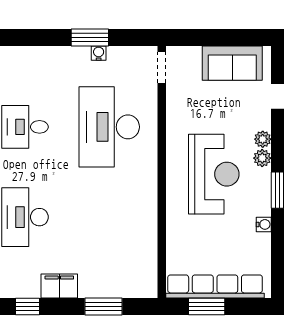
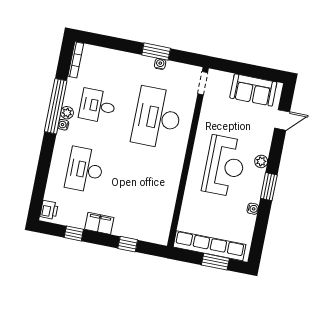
plant: (263, 139) -> (264, 148), removed
window: (104, 307) -> (128, 244), width x0.67
window: (207, 307) -> (215, 262), moved

